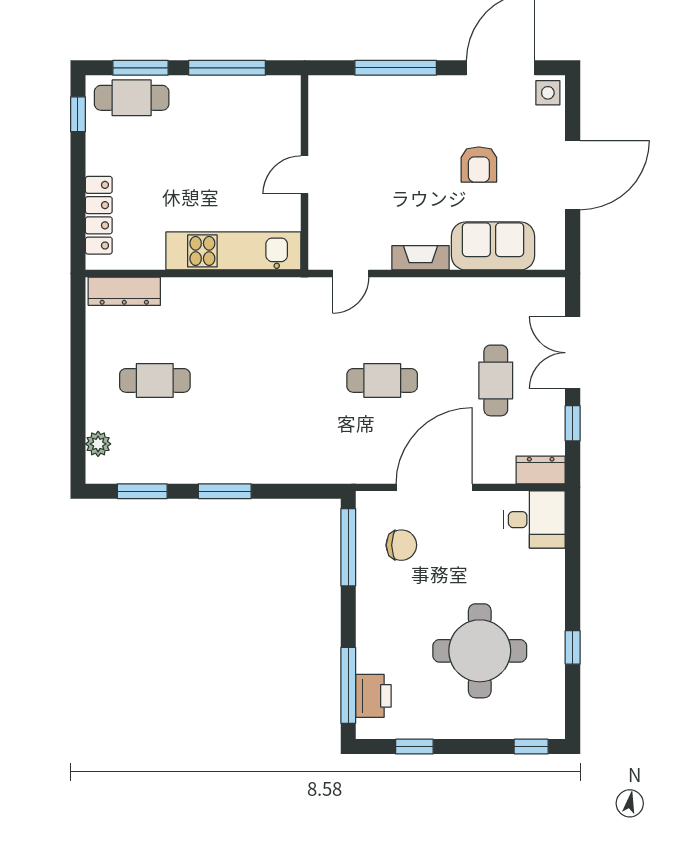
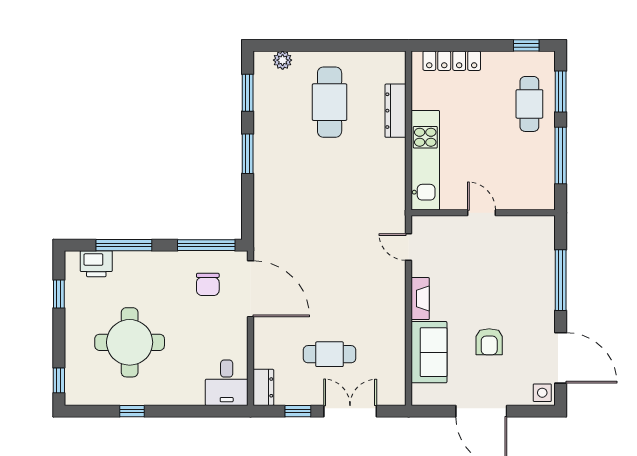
cafe table: (132, 98) -> (529, 104), moved
armchair: (479, 165) -> (489, 342), turned -90
dresser: (124, 291) -> (395, 111), moved
cafe table: (155, 380) -> (330, 102), width x1.37, depth x1.35
cafe table: (382, 380) -> (330, 270), removed
door: (434, 487) -> (250, 289), moved
window: (348, 685) -> (124, 245), moved

